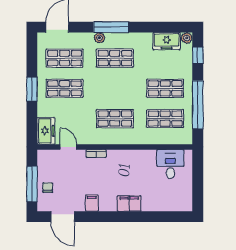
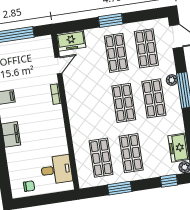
window: (198, 105) -> (120, 188), width x0.47
shop shelf: (115, 119) -> (124, 103), moved
chair: (48, 188) -> (29, 186), moved

